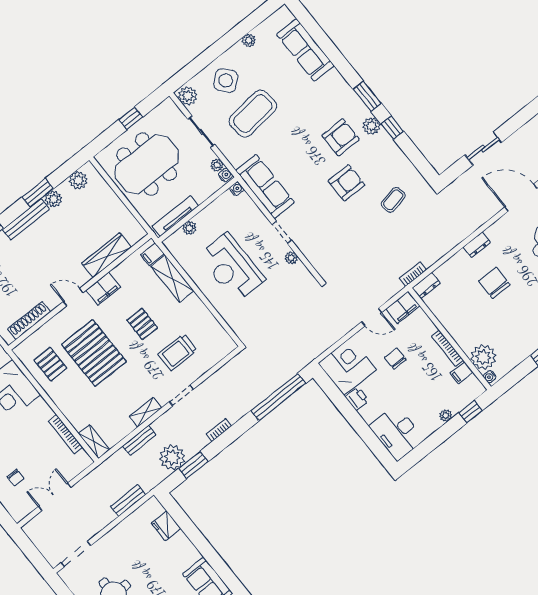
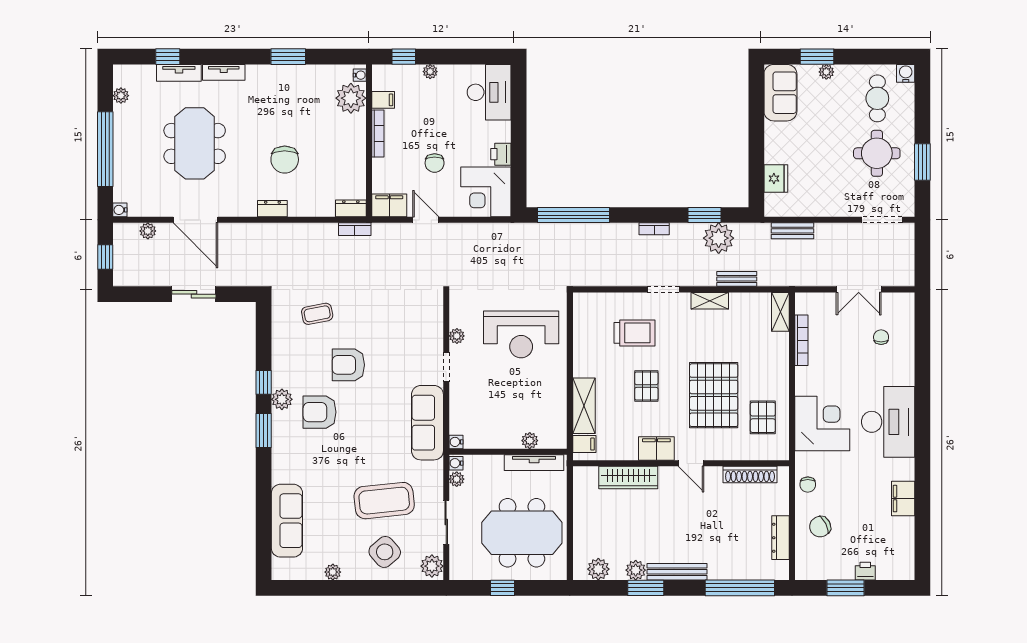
reception desk: (232, 267) -> (521, 334), moved, turned 90

